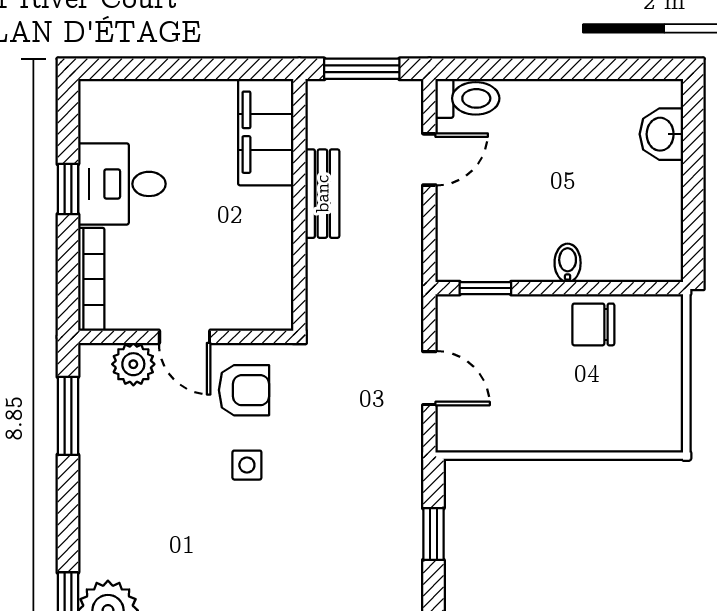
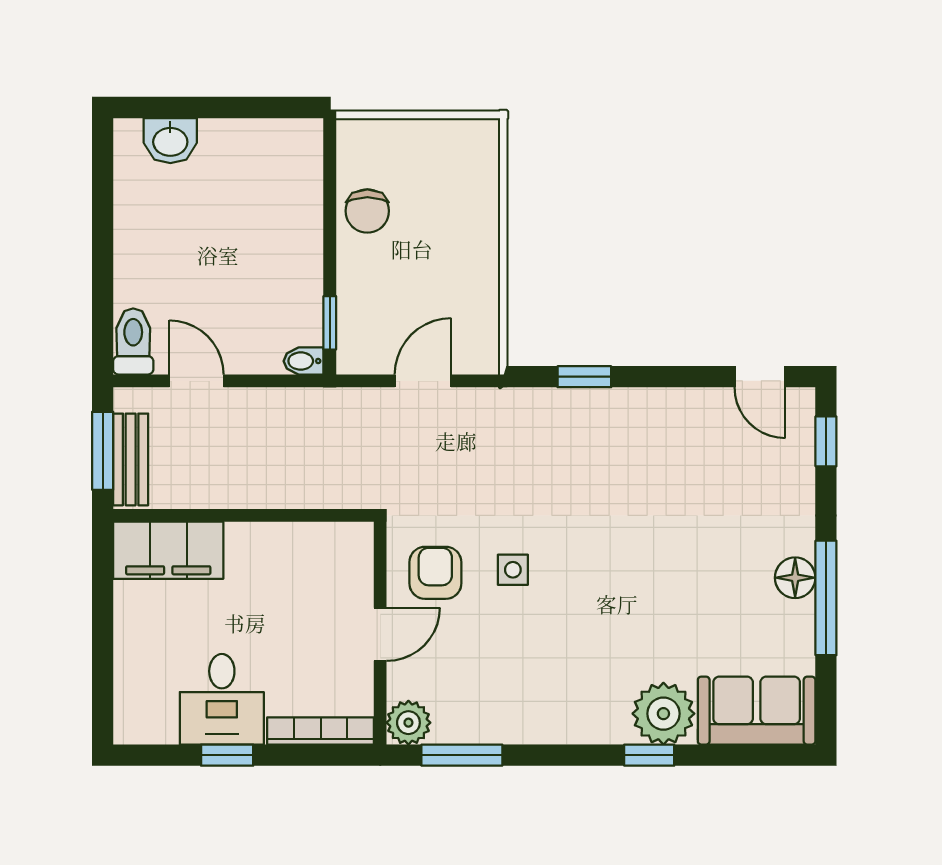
bench: (322, 194) -> (131, 459), moved, turned 90
bidet: (568, 263) -> (303, 361), moved
plant: (133, 364) -> (408, 723), moved

